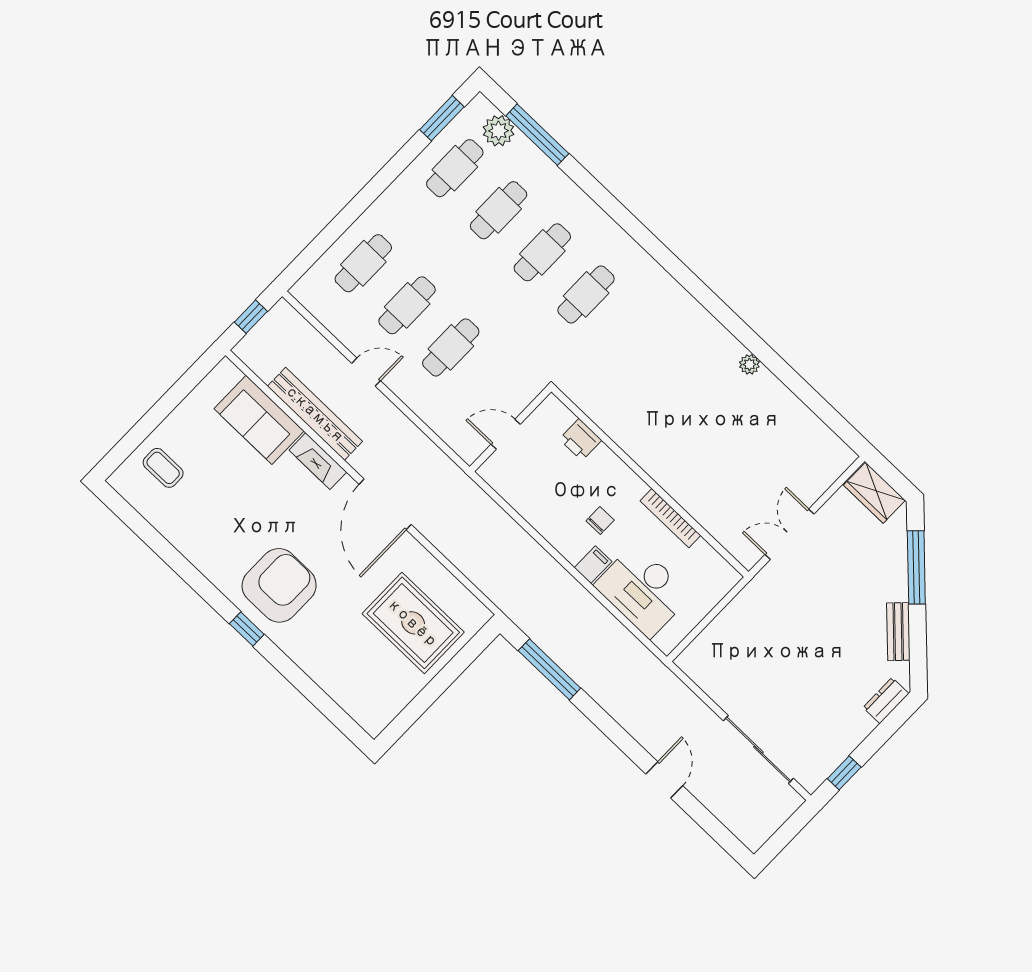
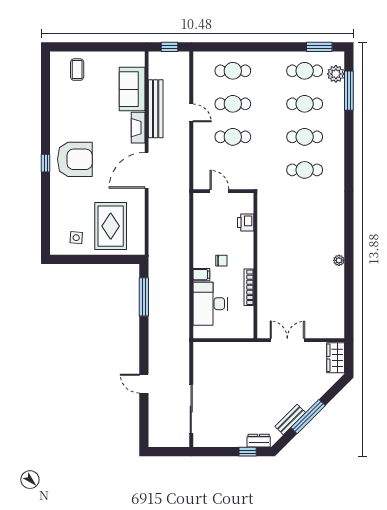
window: (916, 567) -> (308, 417), moved
side table: (385, 683) -> (76, 238), added
window: (844, 773) -> (248, 452), moved
door: (664, 780) -> (144, 384), swing flipped

